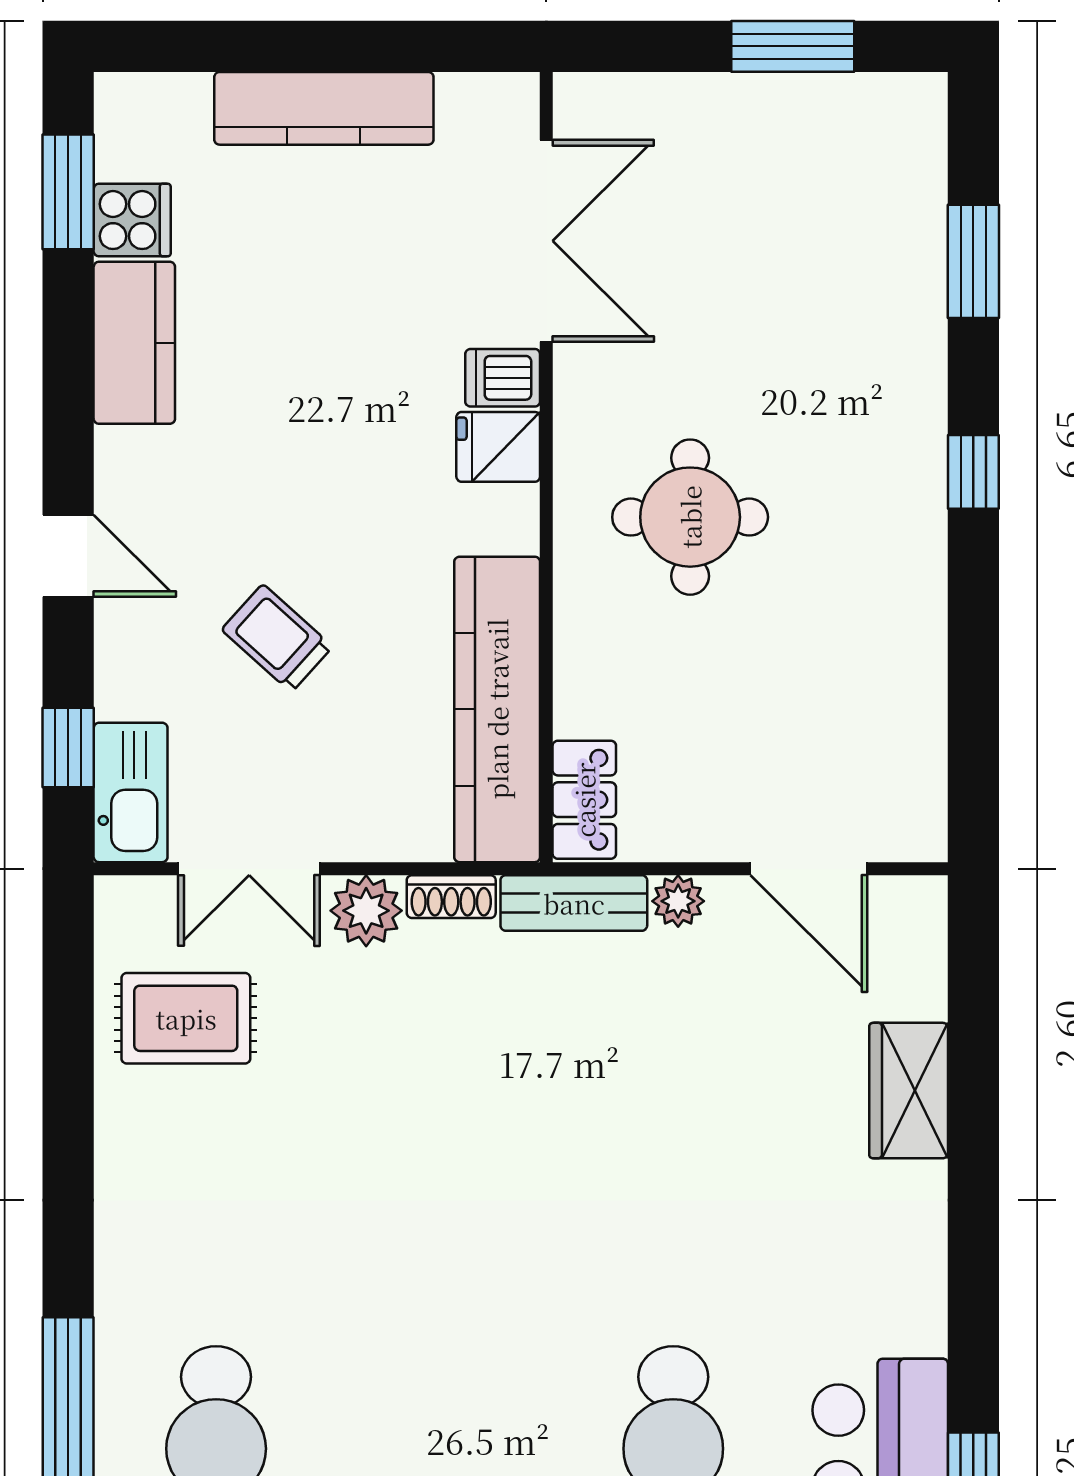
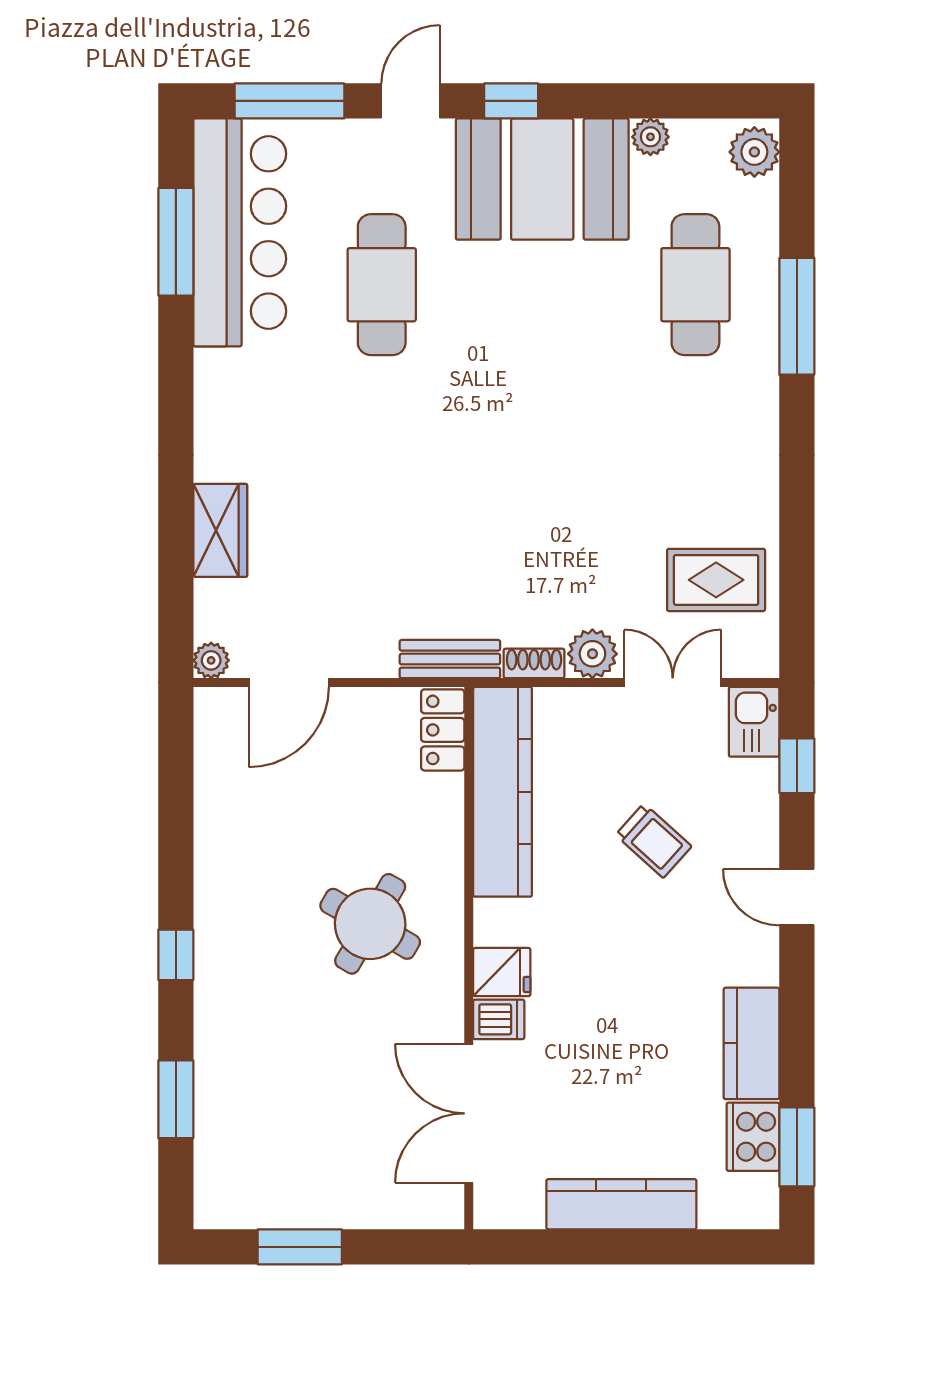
cooker: (132, 220) -> (753, 1137), width x1.36
round table: (690, 517) -> (370, 924), turned 30
kitchen sink: (131, 792) -> (754, 722), width x0.73
door: (809, 869) -> (289, 683), swing flipped
plant: (678, 901) -> (211, 660), moved

